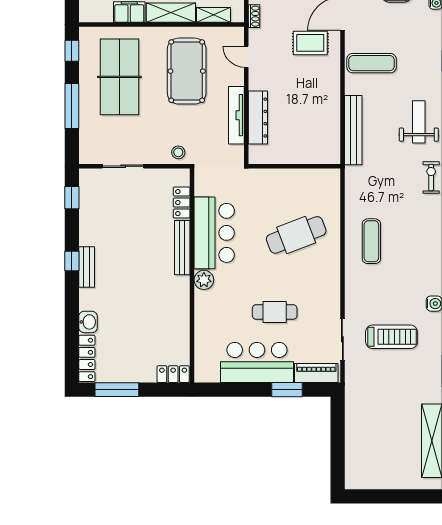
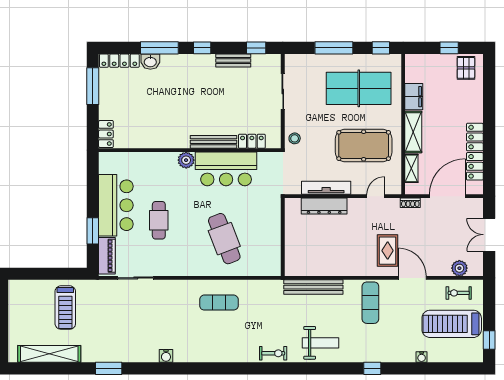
bench: (87, 267) -> (233, 60), moved
window: (72, 311) -> (159, 48), added
treadmill: (391, 337) -> (65, 308), moved

